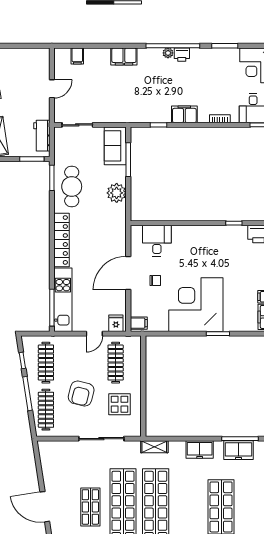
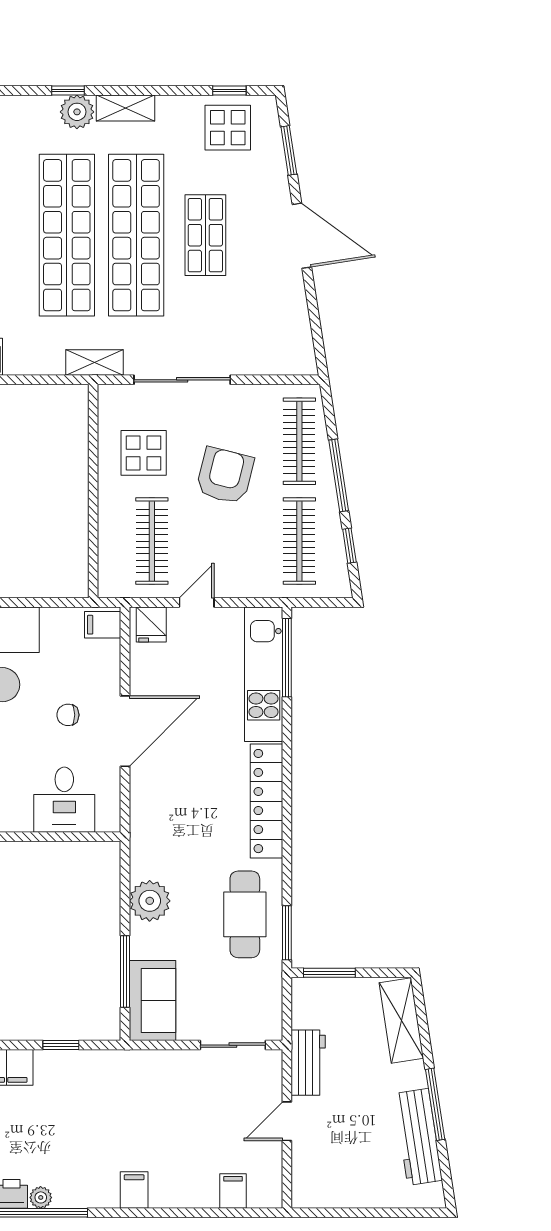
filing cabinet: (124, 56) -> (134, 1190), width x0.50
workbench: (42, 136) -> (308, 1063), moved
shelving: (154, 447) -> (94, 363), moved

